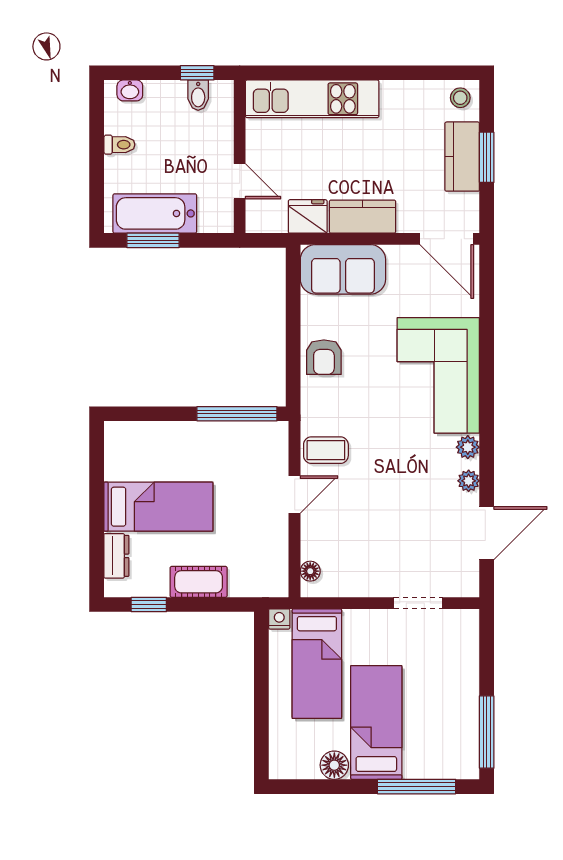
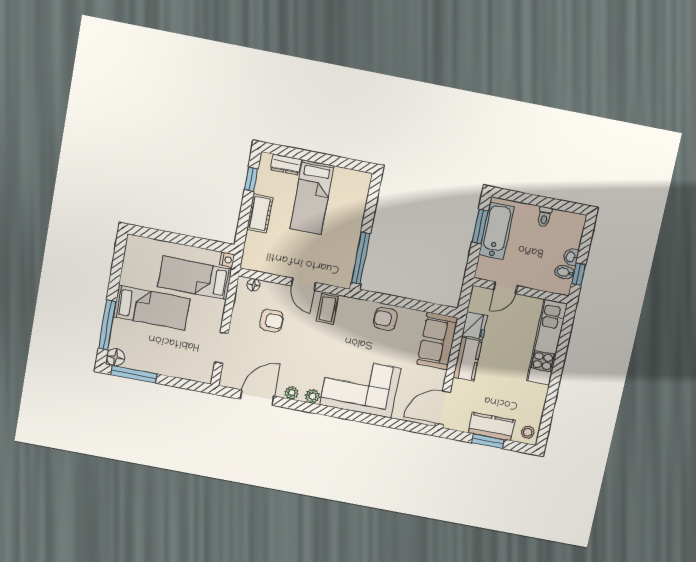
washbasin: (130, 90) -> (571, 257), moved
armchair: (361, 533) -> (271, 321), added
door: (487, 533) -> (257, 398), swing flipped
floor lamp: (334, 765) -> (115, 357), moved

